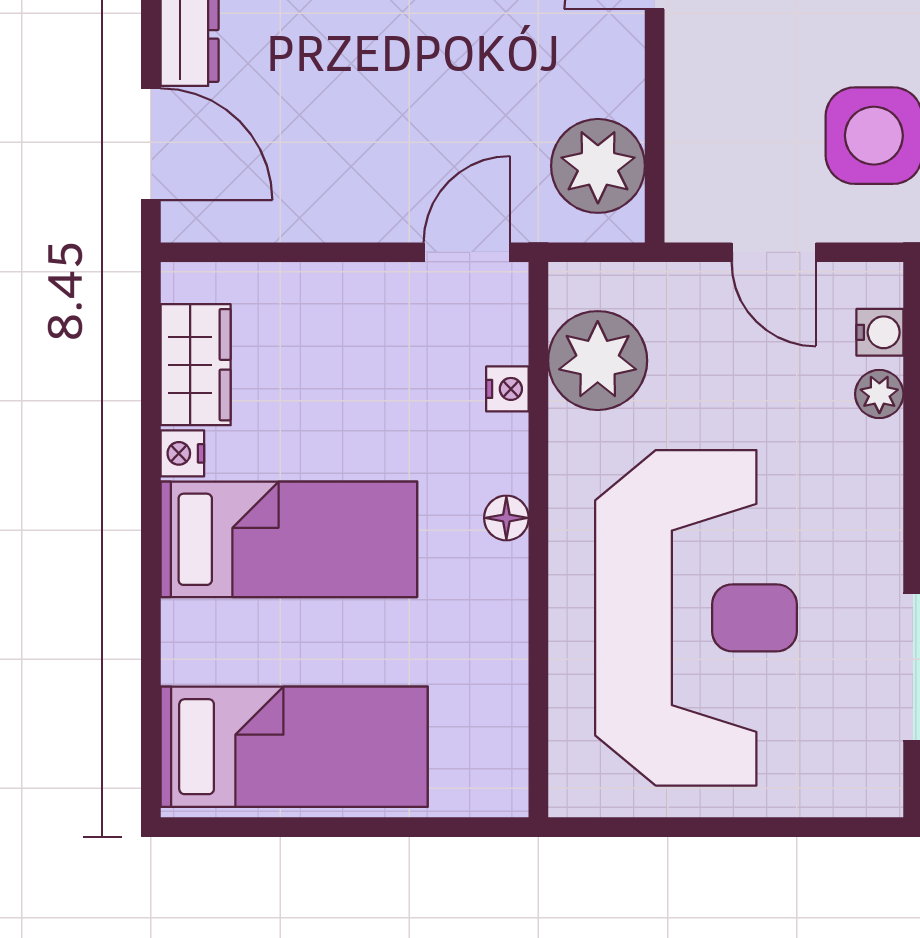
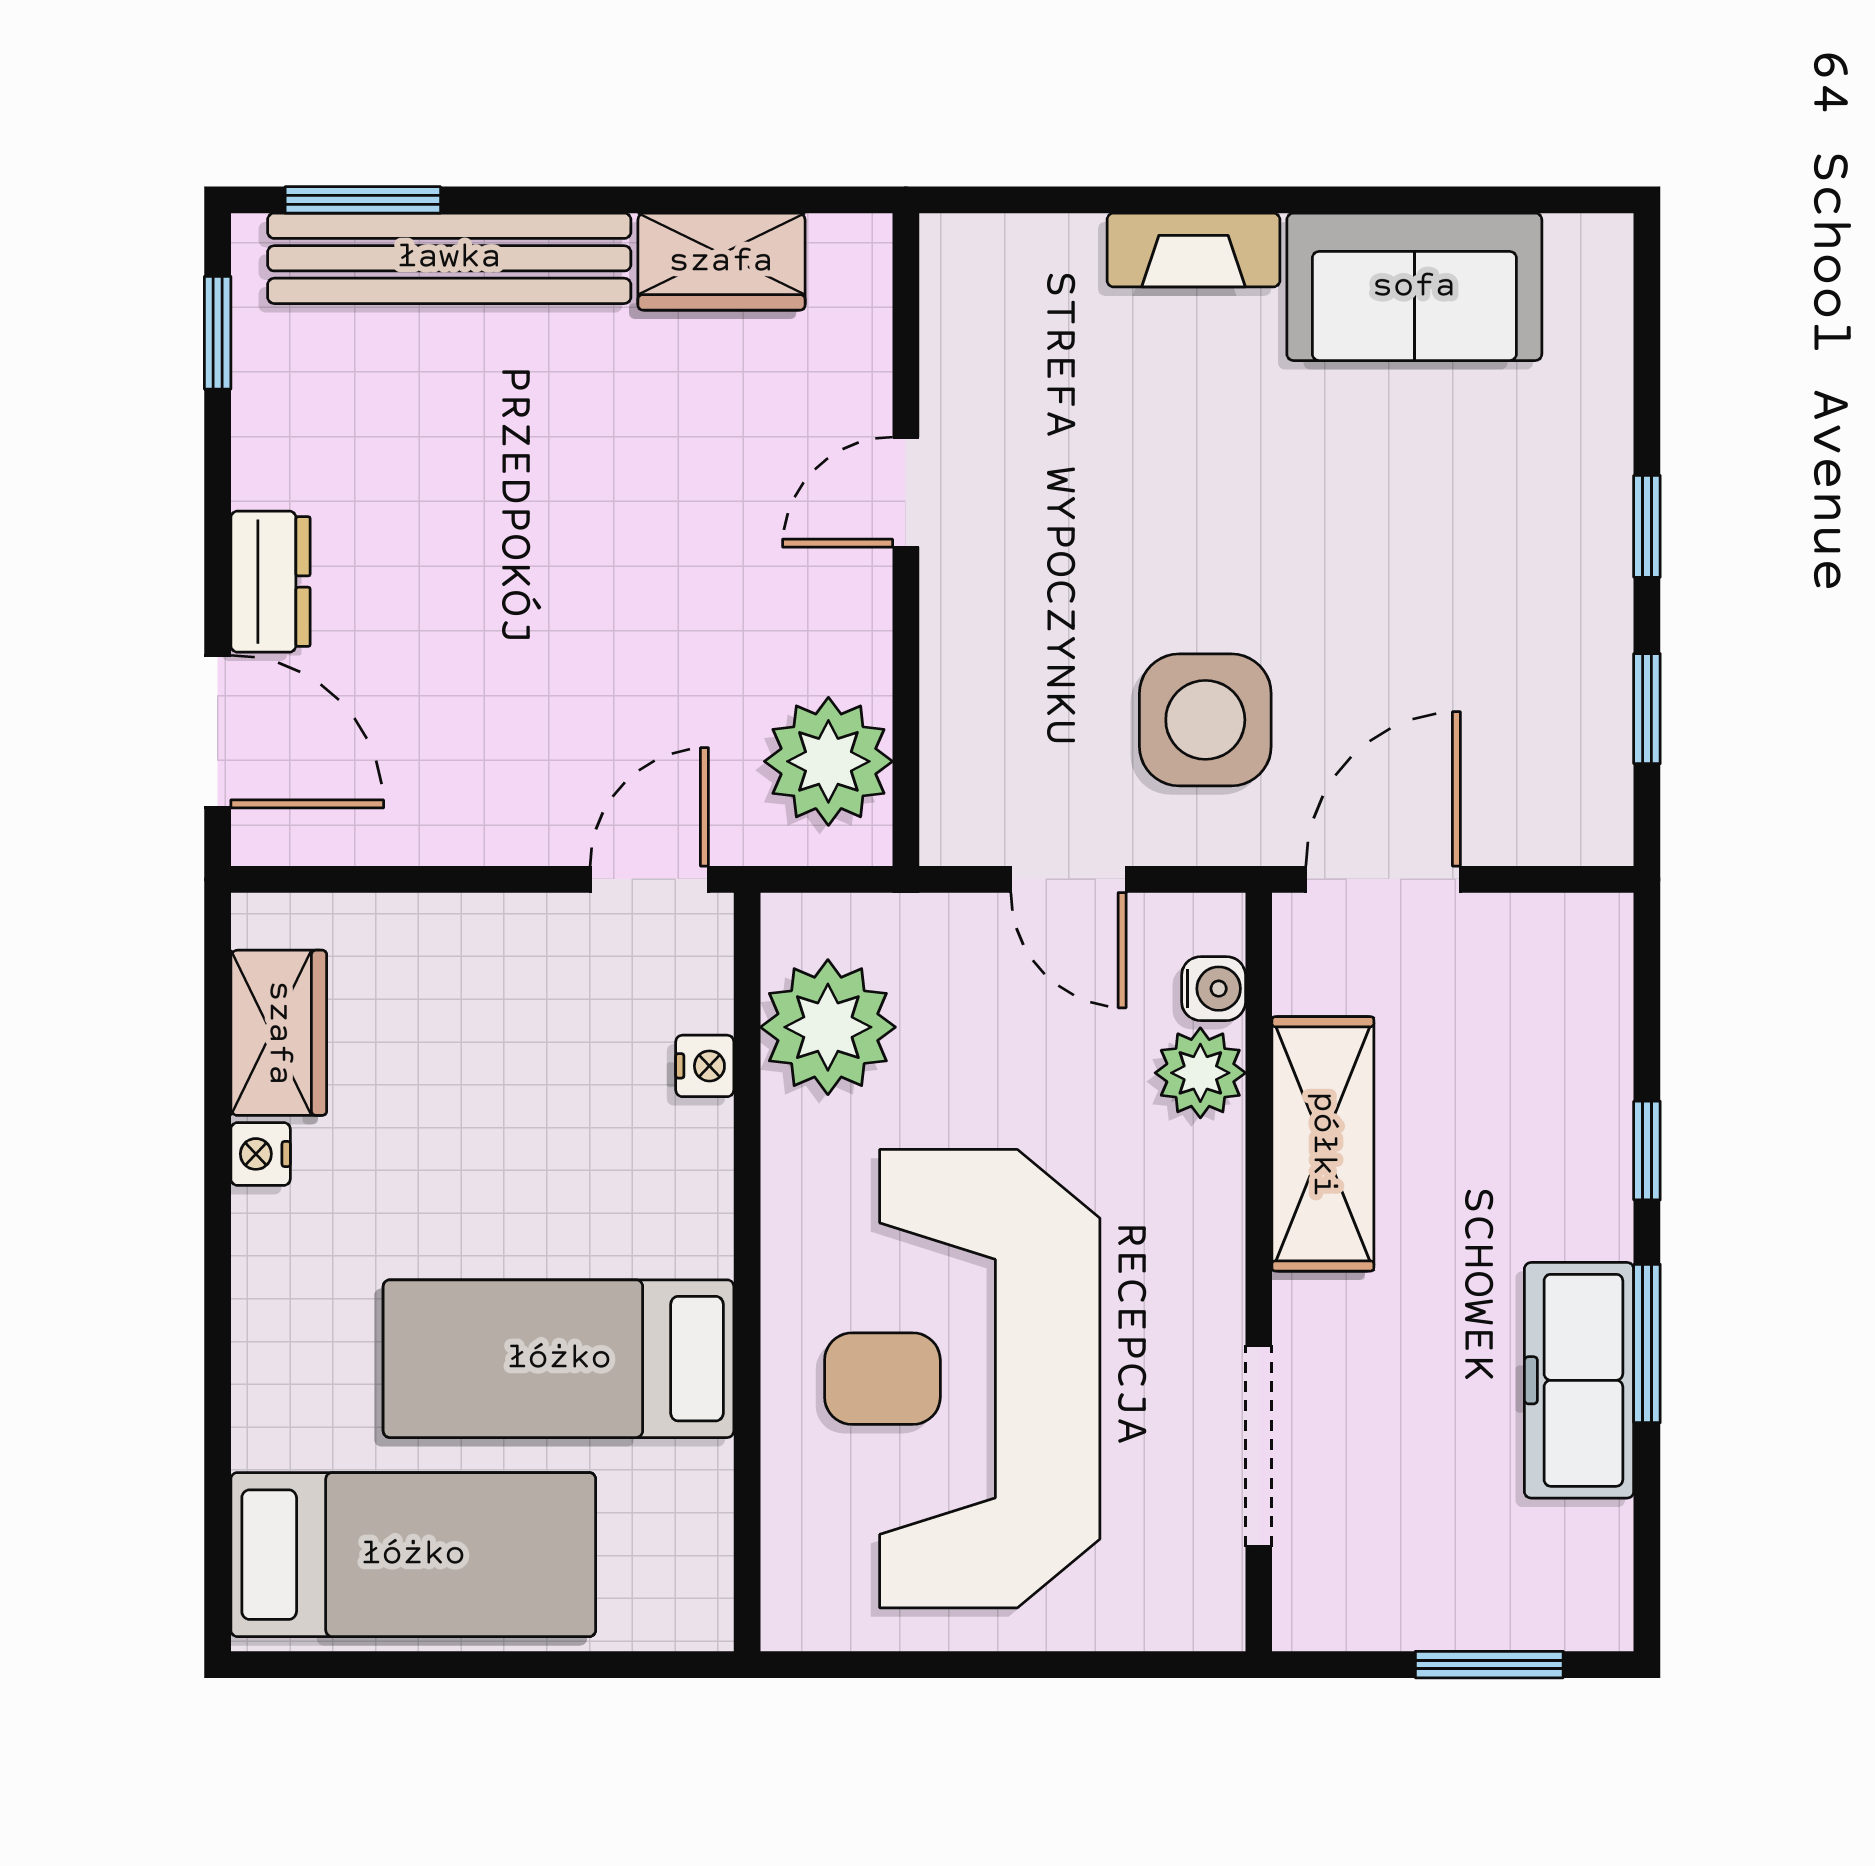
plant: (879, 394) -> (1200, 1073), width x1.38, depth x1.38
floor lamp: (506, 518) -> (703, 1242), removed
bed: (289, 539) -> (559, 1359), moved, turned 180
reception desk: (696, 618) -> (962, 1379), turned 180

